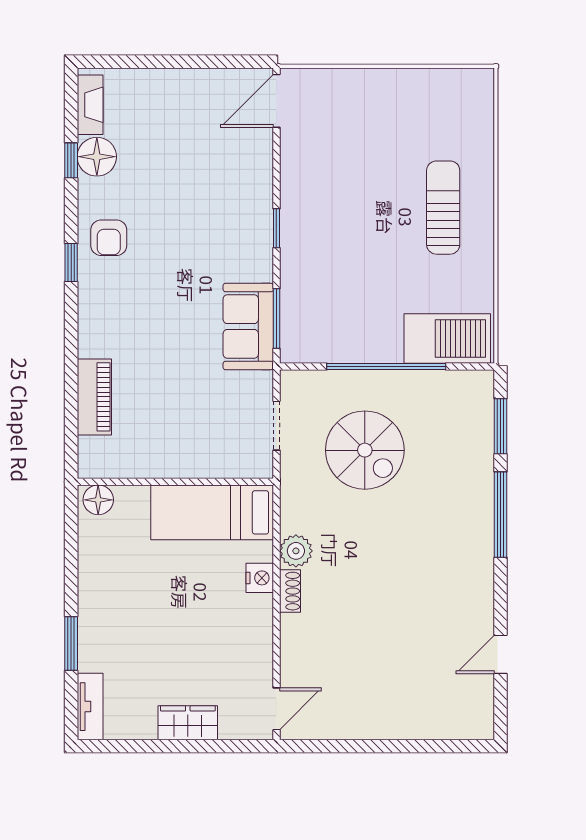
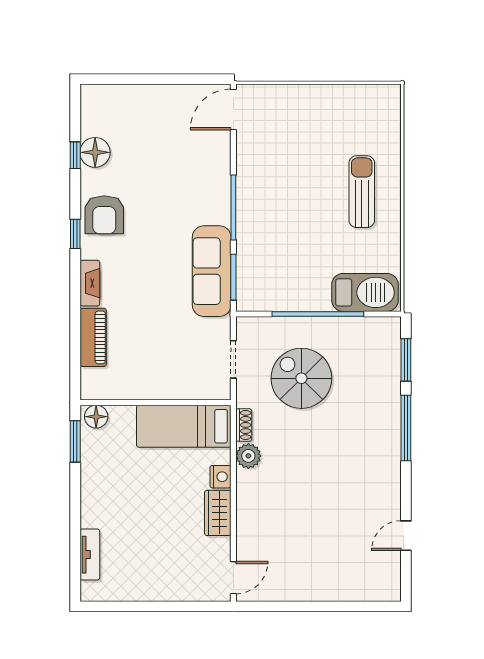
fireplace: (90, 105) -> (90, 283), moved
window: (276, 228) -> (233, 208), width x2.17
armchair: (109, 238) -> (104, 215), width x1.38, depth x1.38
sofa: (248, 327) -> (212, 271), width x1.36
spiral stairs: (365, 450) -> (301, 378), turned 180
shoe rack: (290, 591) -> (244, 425), moved
window: (71, 643) -> (75, 441), moved
tv unit: (90, 707) -> (90, 555), moved
wardrobe: (188, 723) -> (218, 513), moved, turned -90

